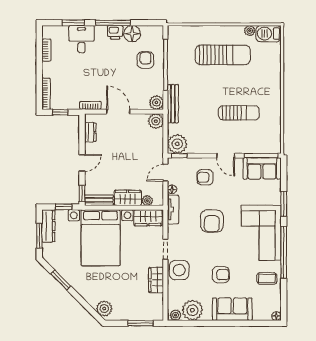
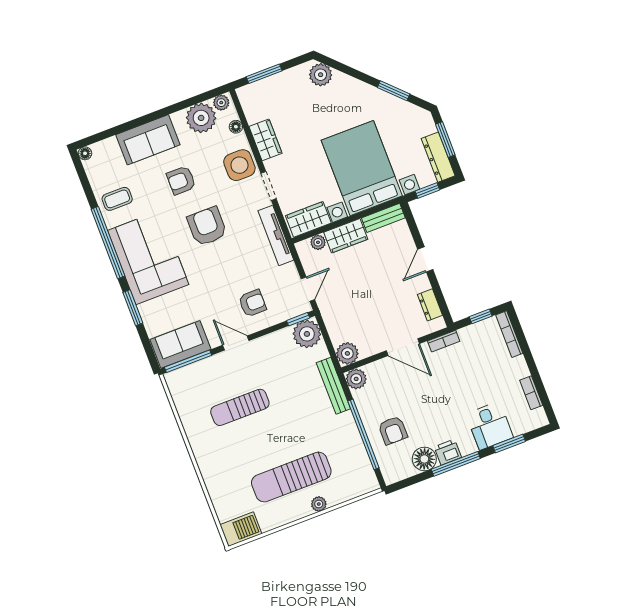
plant: (250, 31) -> (319, 504), moved
floor lamp: (172, 189) -> (236, 127), moved
window: (82, 193) -> (410, 218), removed
tv unit: (173, 210) -> (276, 235), width x1.41
armchair: (212, 221) -> (207, 226), moved

